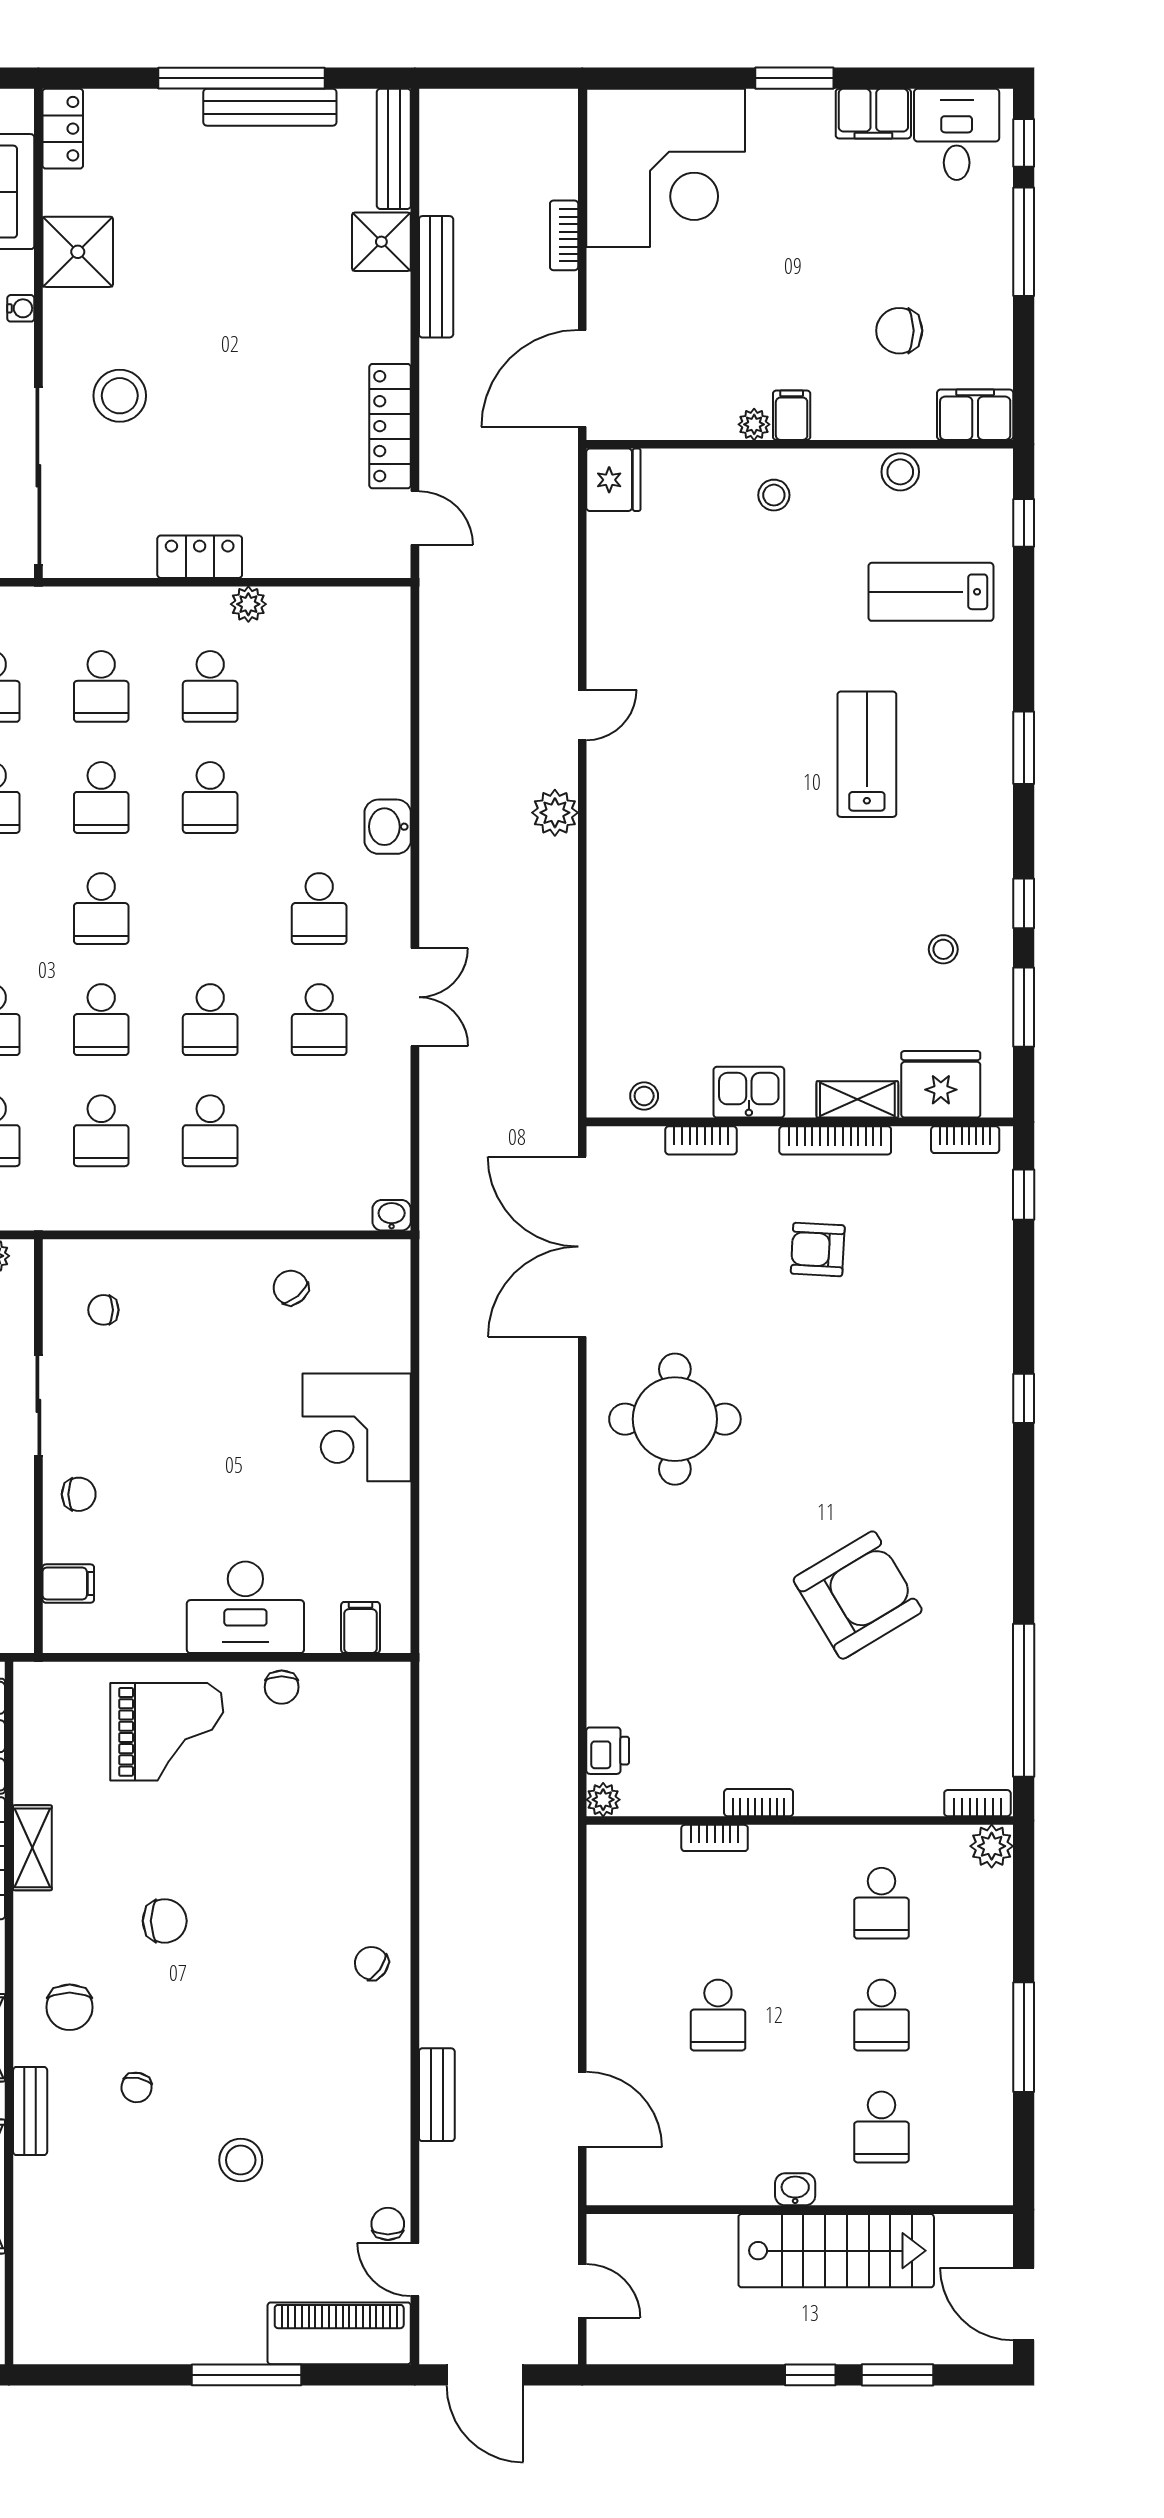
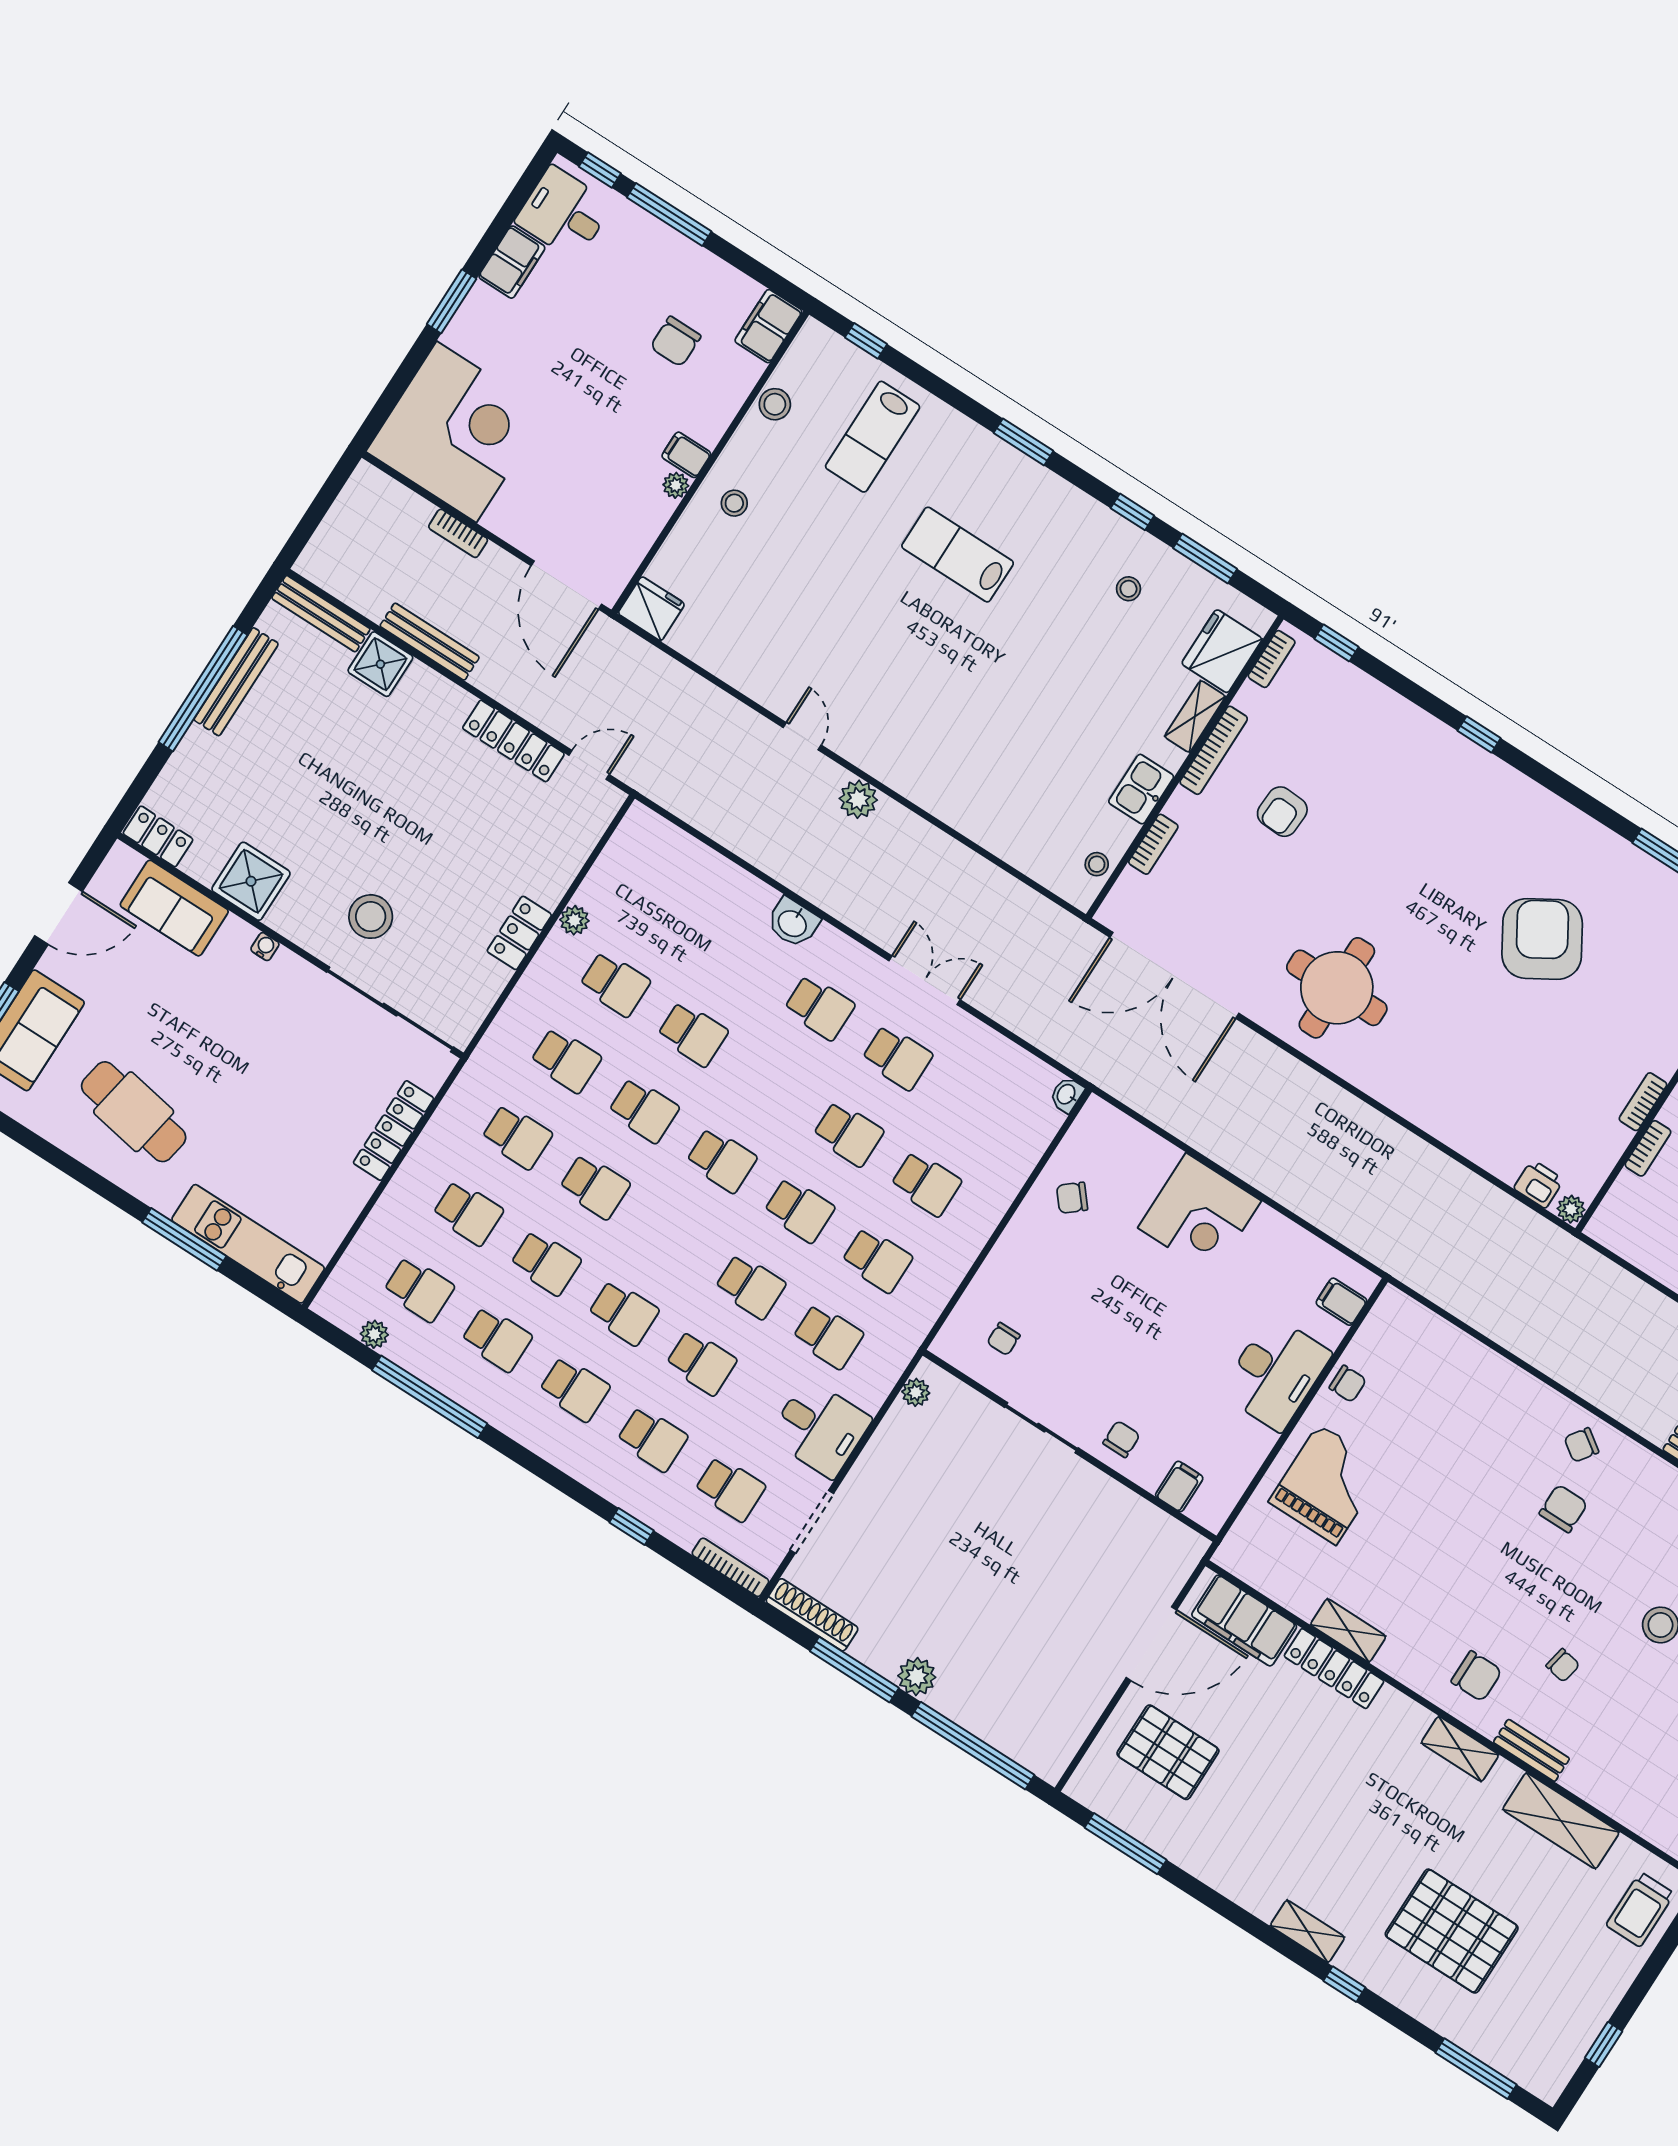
chair: (165, 1921) -> (1563, 1509), moved

